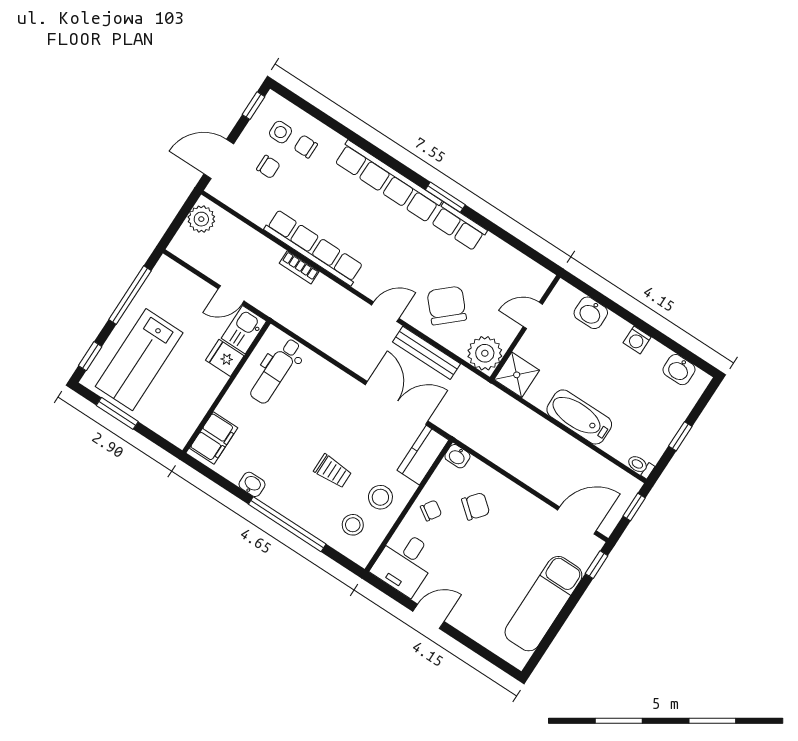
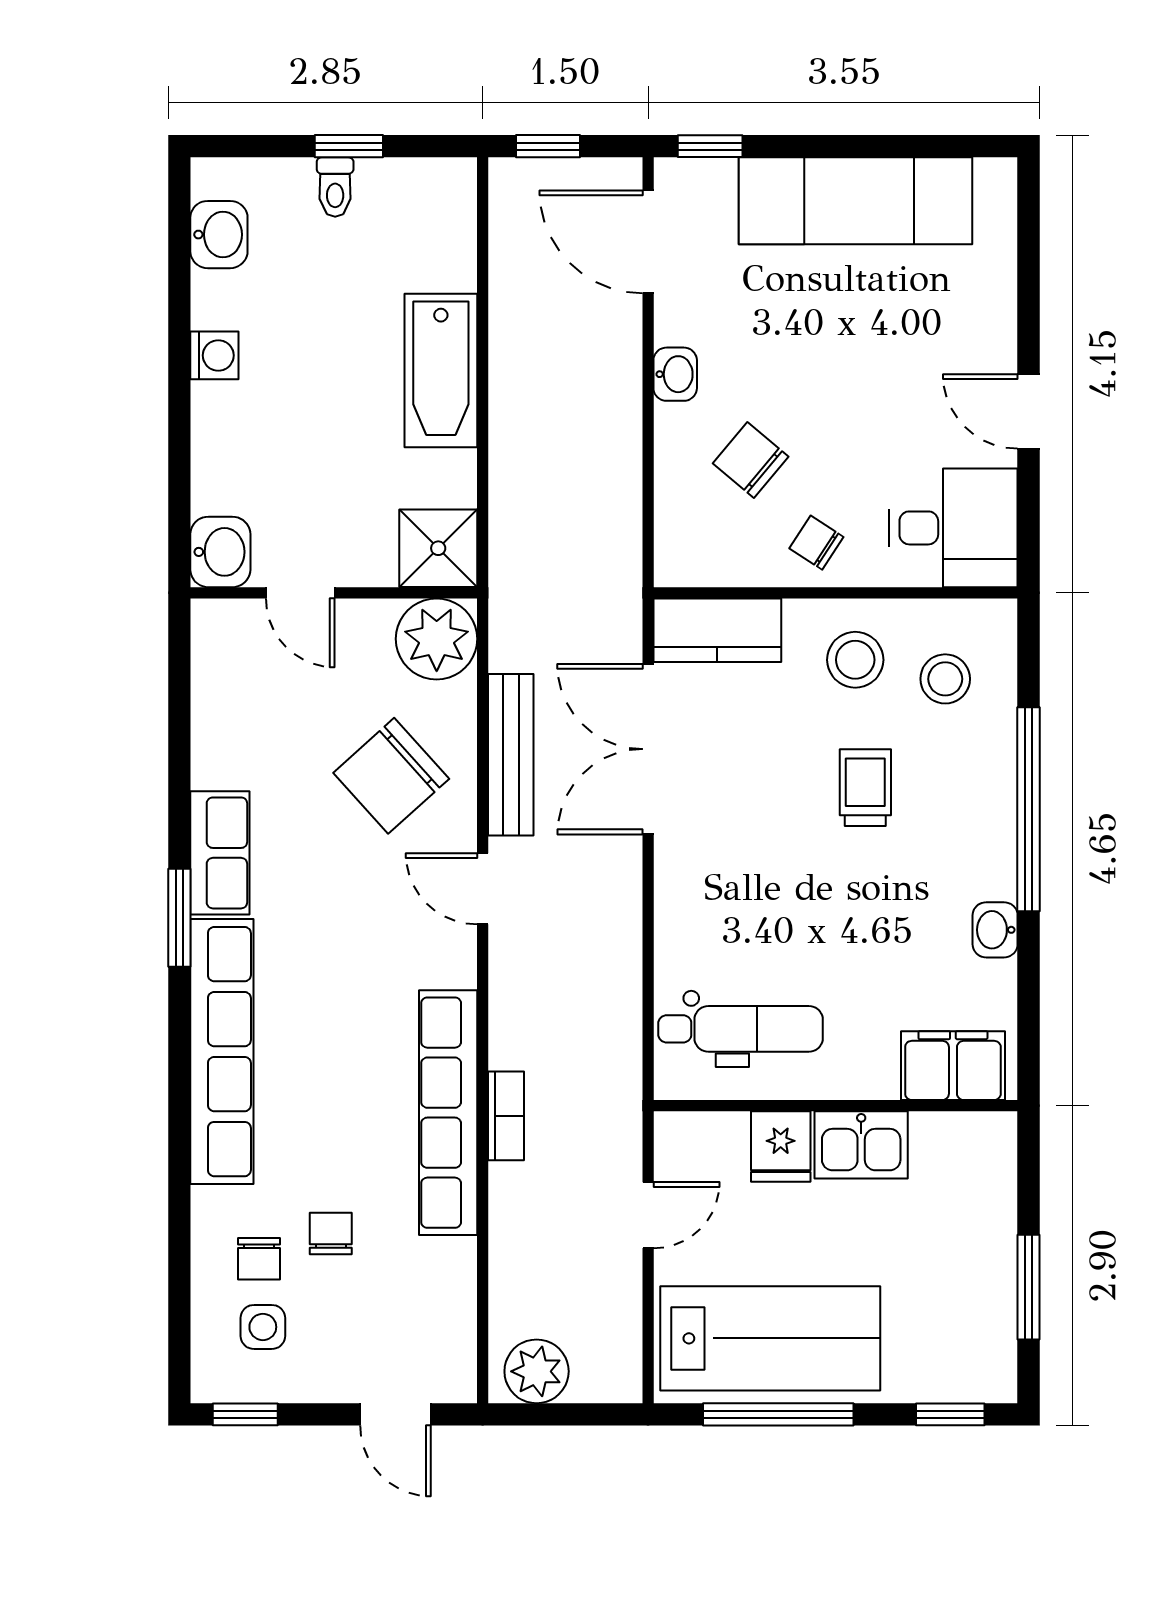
door: (219, 159) -> (395, 1414), width x0.73
chair: (268, 167) -> (331, 1234), moved
door: (231, 295) -> (648, 1215), hinge flipped
washbasin: (591, 313) -> (220, 552), moved
kitchen sink: (244, 330) -> (861, 1145), moved
lab bench: (139, 360) -> (770, 1338), moved
washbasin: (457, 456) -> (675, 374), moved
toilet: (640, 466) -> (335, 187), moved

